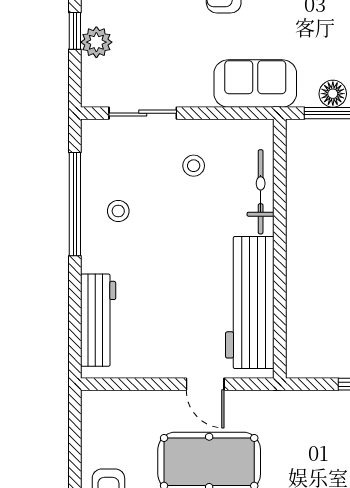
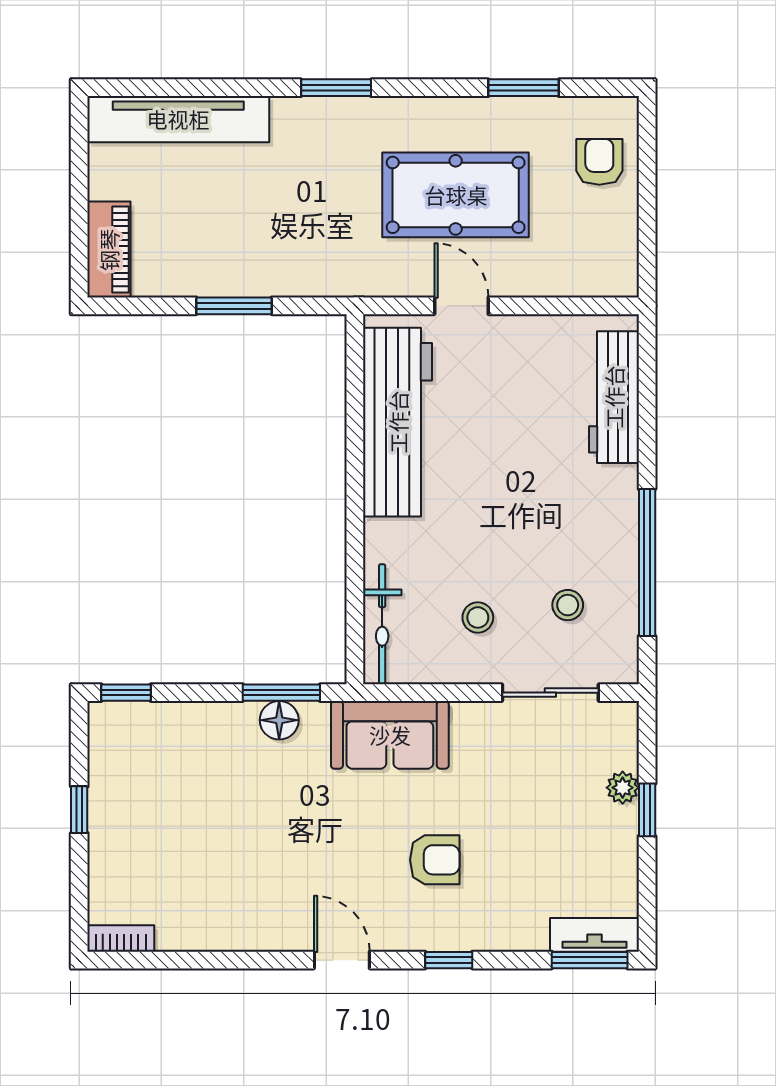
plant: (96, 42) -> (623, 788), width x0.73, depth x0.73
bicycle: (261, 192) -> (382, 624), moved
stool: (118, 211) -> (568, 605), moved

